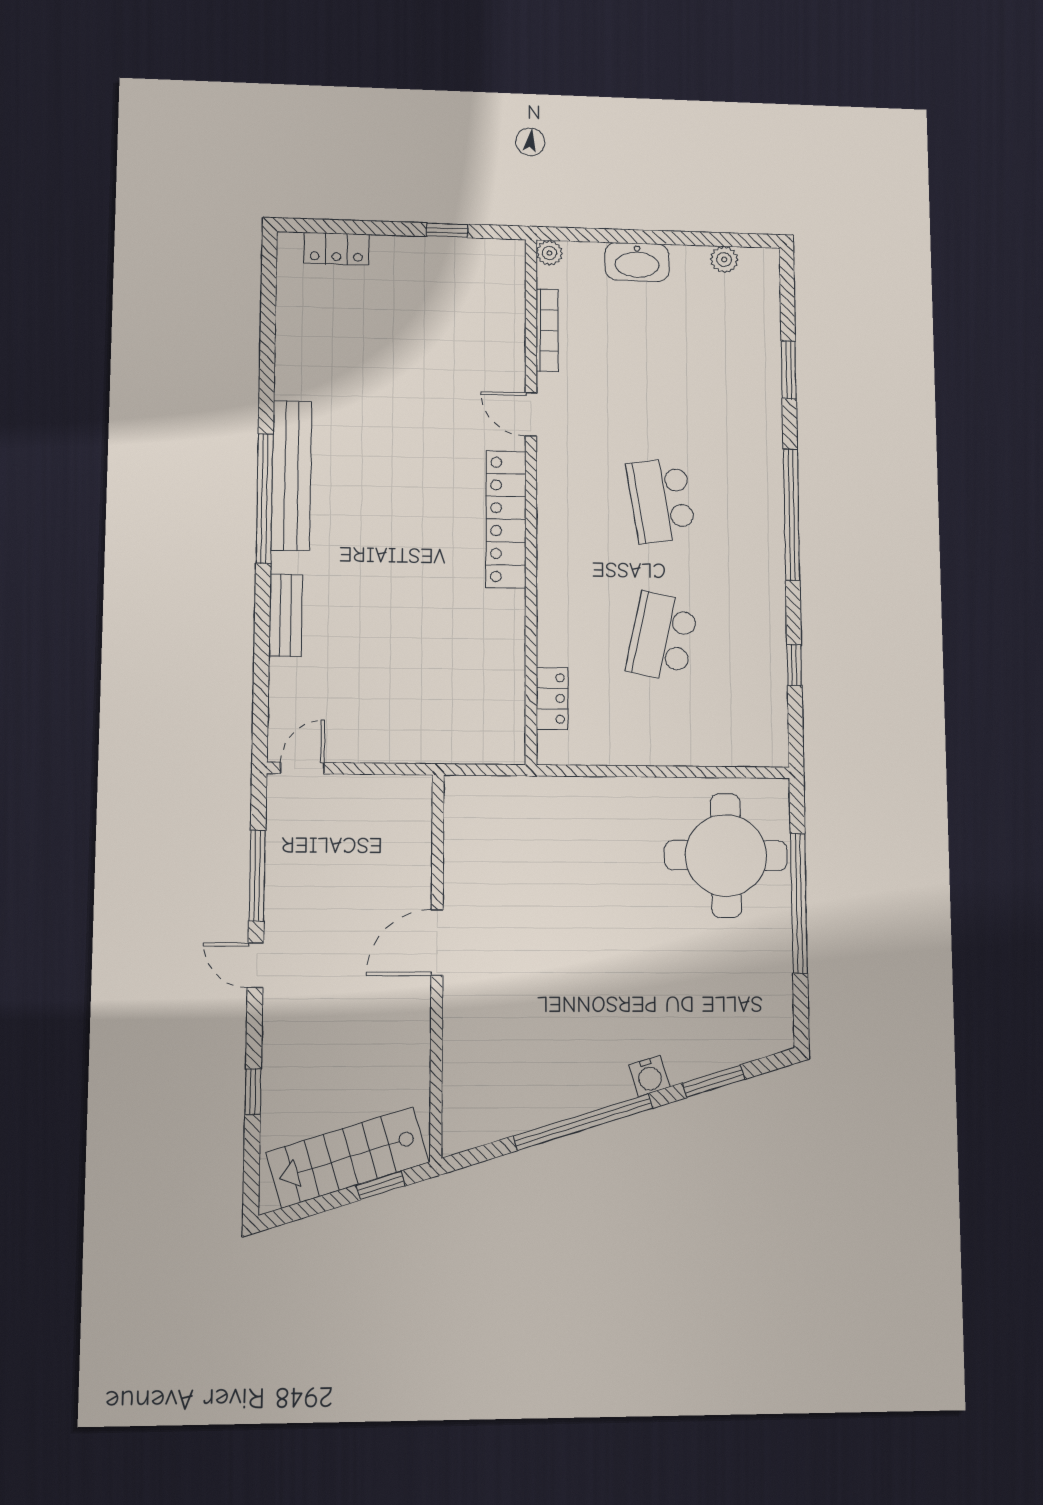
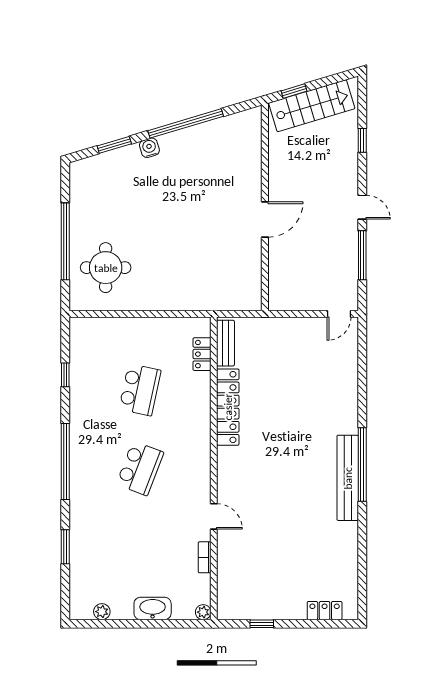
bookcase: (547, 330) -> (205, 557), width x0.64
school desk: (661, 500) -> (140, 468), turned 30
locker: (506, 519) -> (228, 407), moved
bench: (286, 615) -> (225, 343), moved
round table: (726, 855) -> (106, 268), width x0.73, depth x0.73

